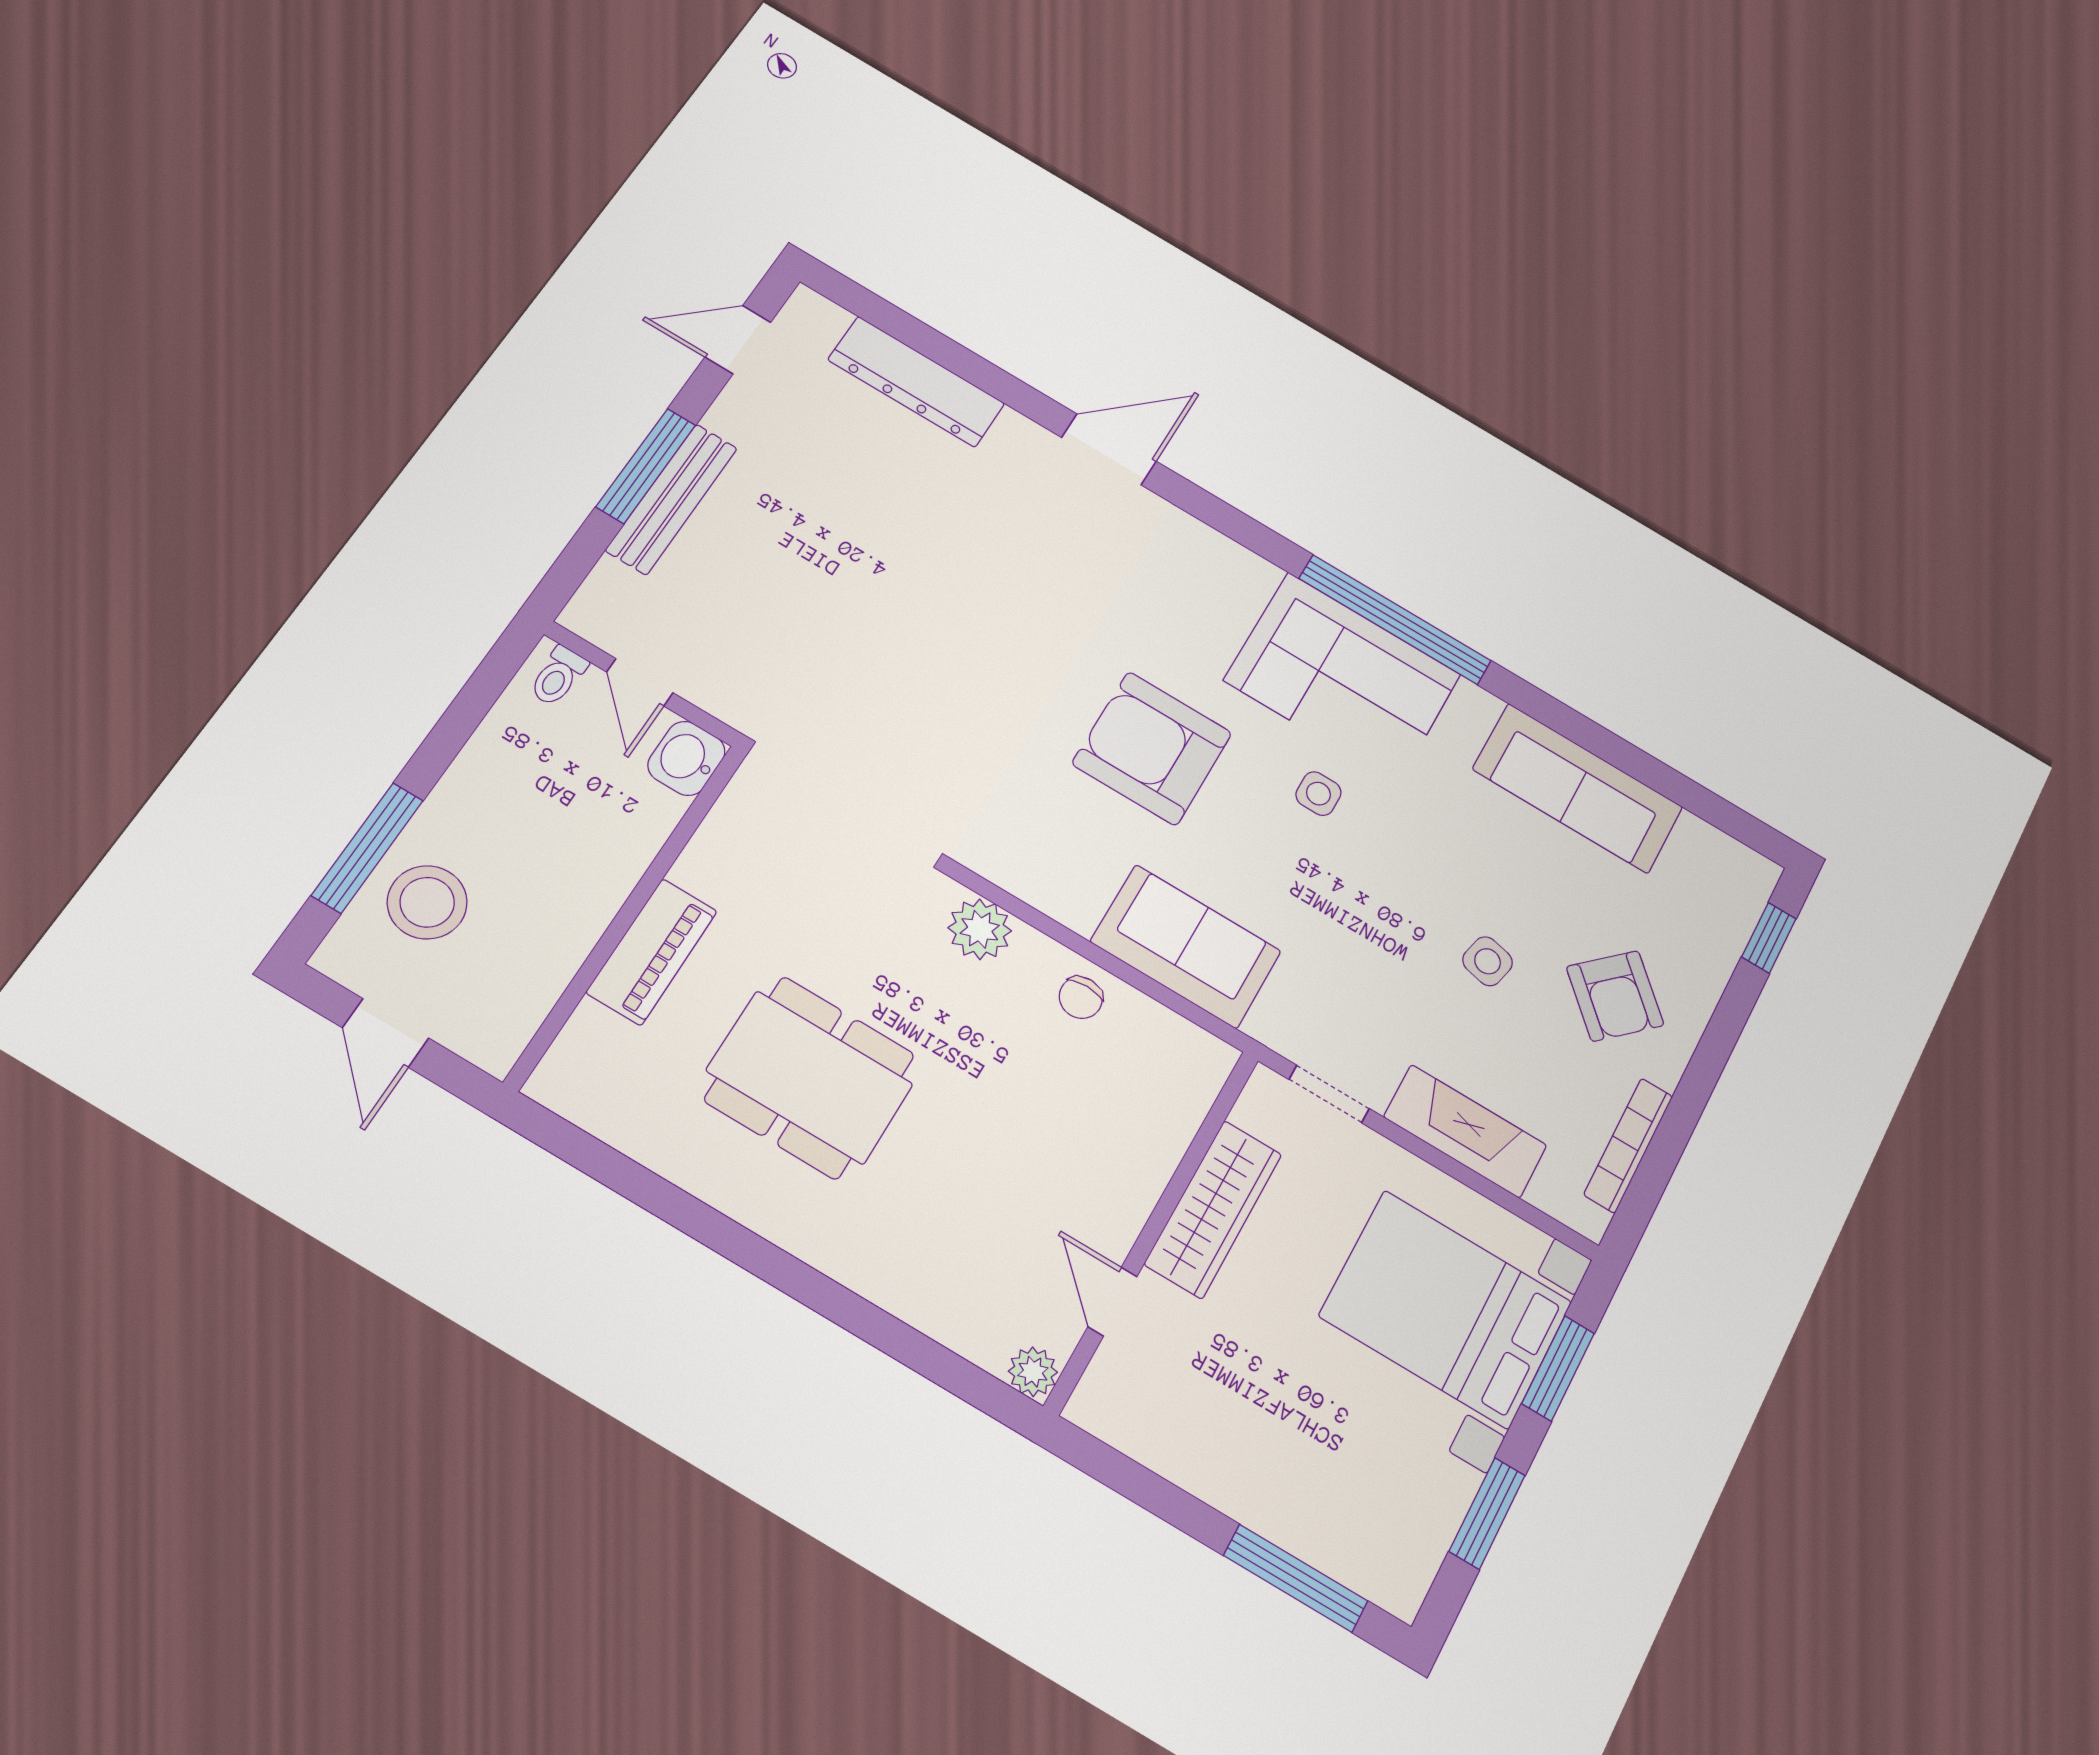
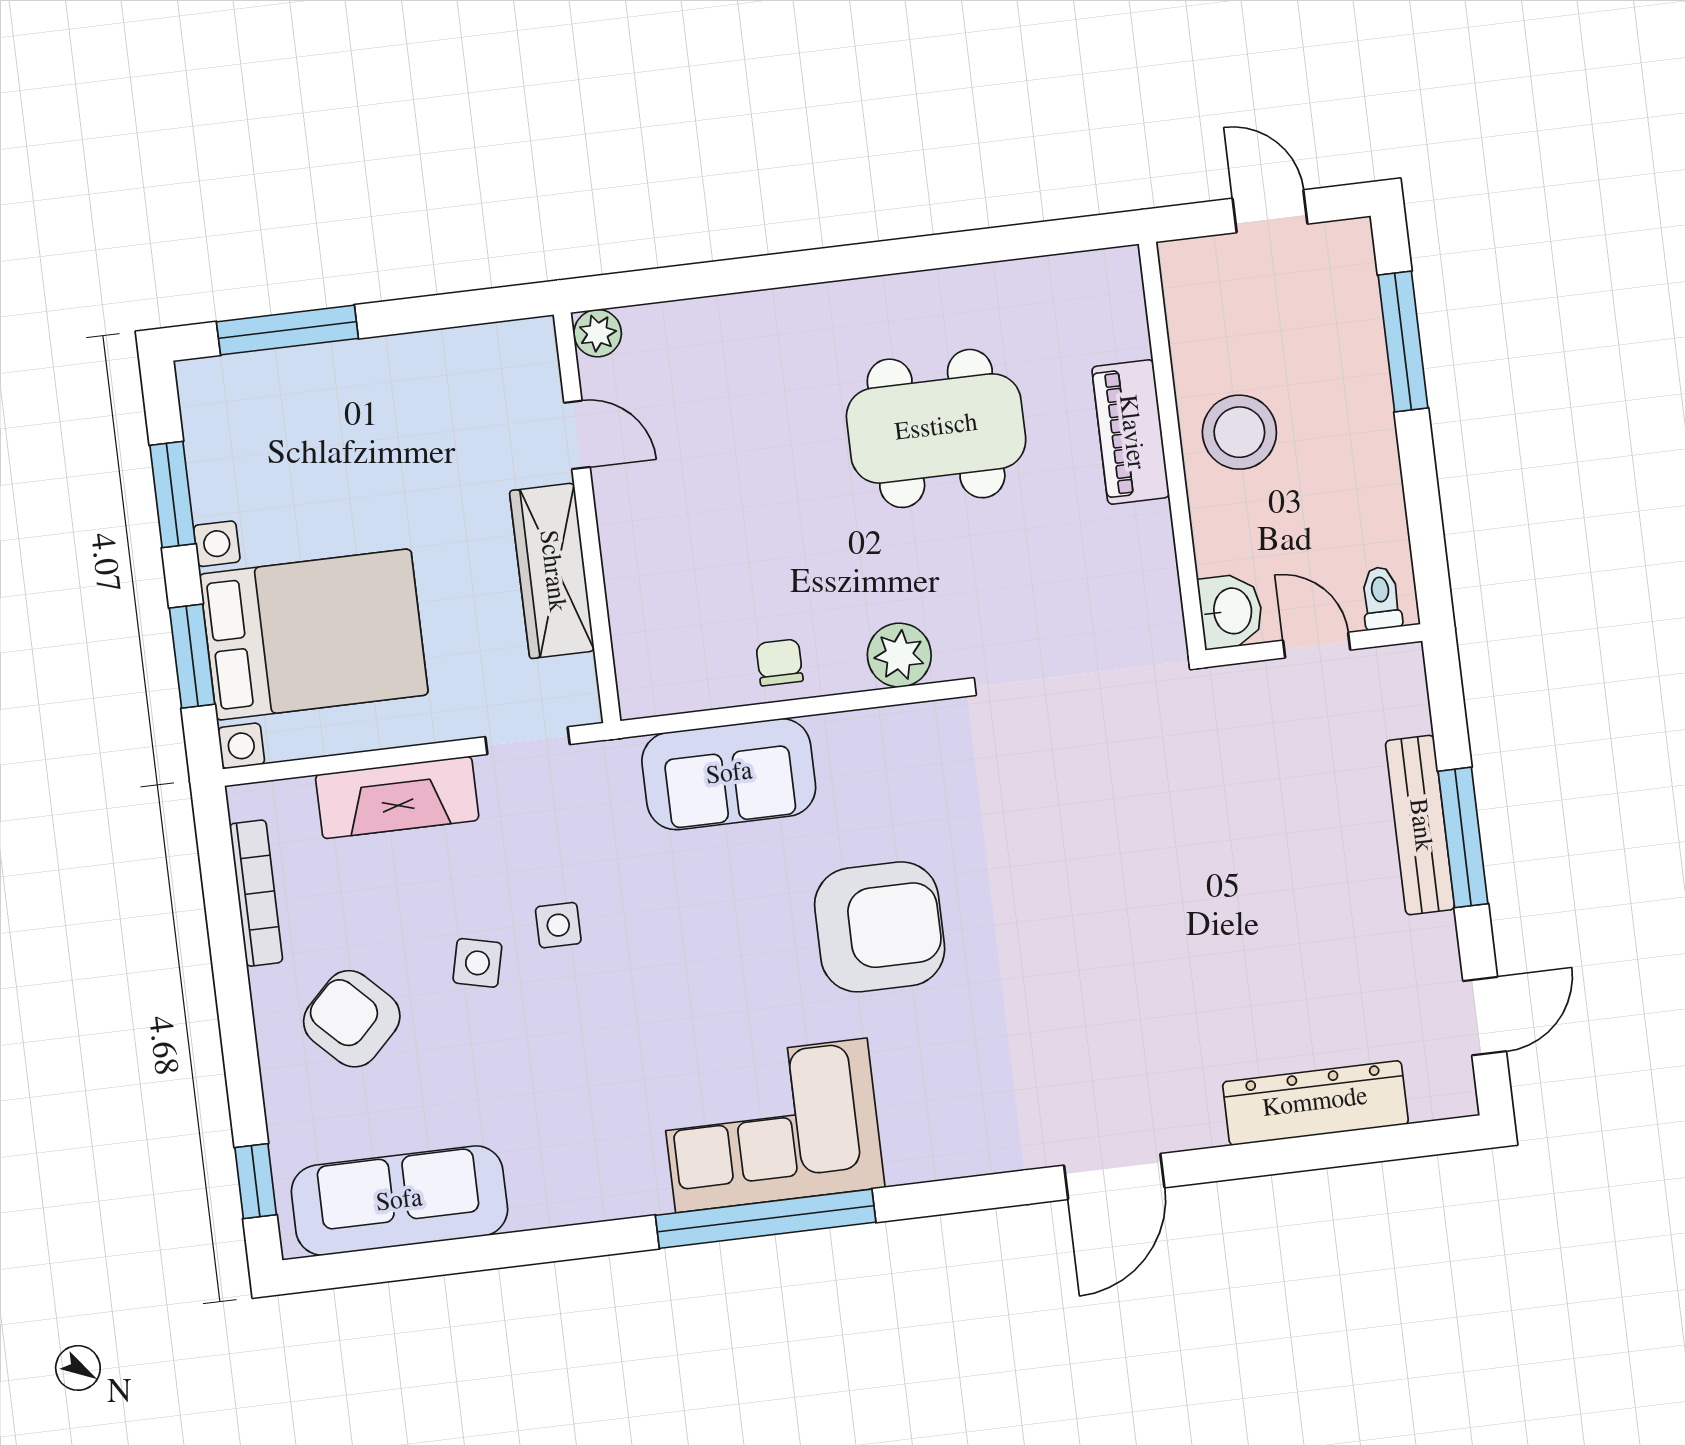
sofa: (1578, 788) -> (399, 1201), moved
side table: (1318, 794) -> (558, 925), moved
stool: (427, 902) -> (1239, 432), moved

